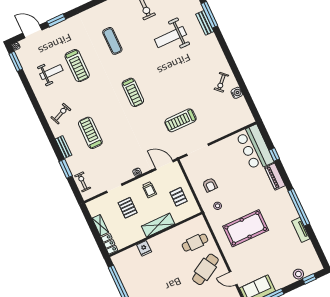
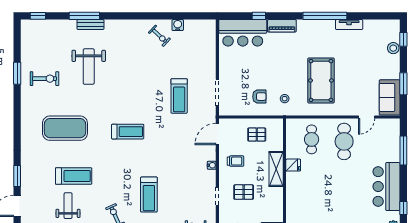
exercise mat: (112, 41) -> (65, 128), width x2.00, depth x1.45
treadmill: (90, 133) -> (149, 195), turned -90
fridge: (144, 248) -> (293, 165), moved
cafe table: (205, 269) -> (344, 141), turned 30

